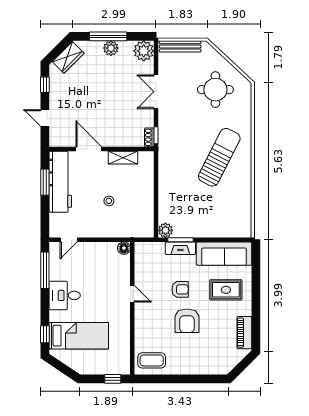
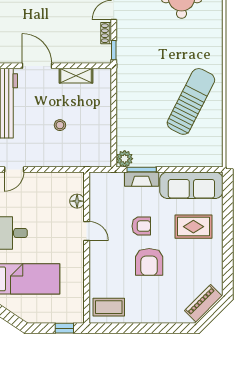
shoe rack: (149, 137) -> (106, 33), moved
sun lounger: (219, 157) -> (191, 101), moved
floor lamp: (124, 248) -> (77, 201), moved
piano: (244, 333) -> (203, 303), moved, turned 45

